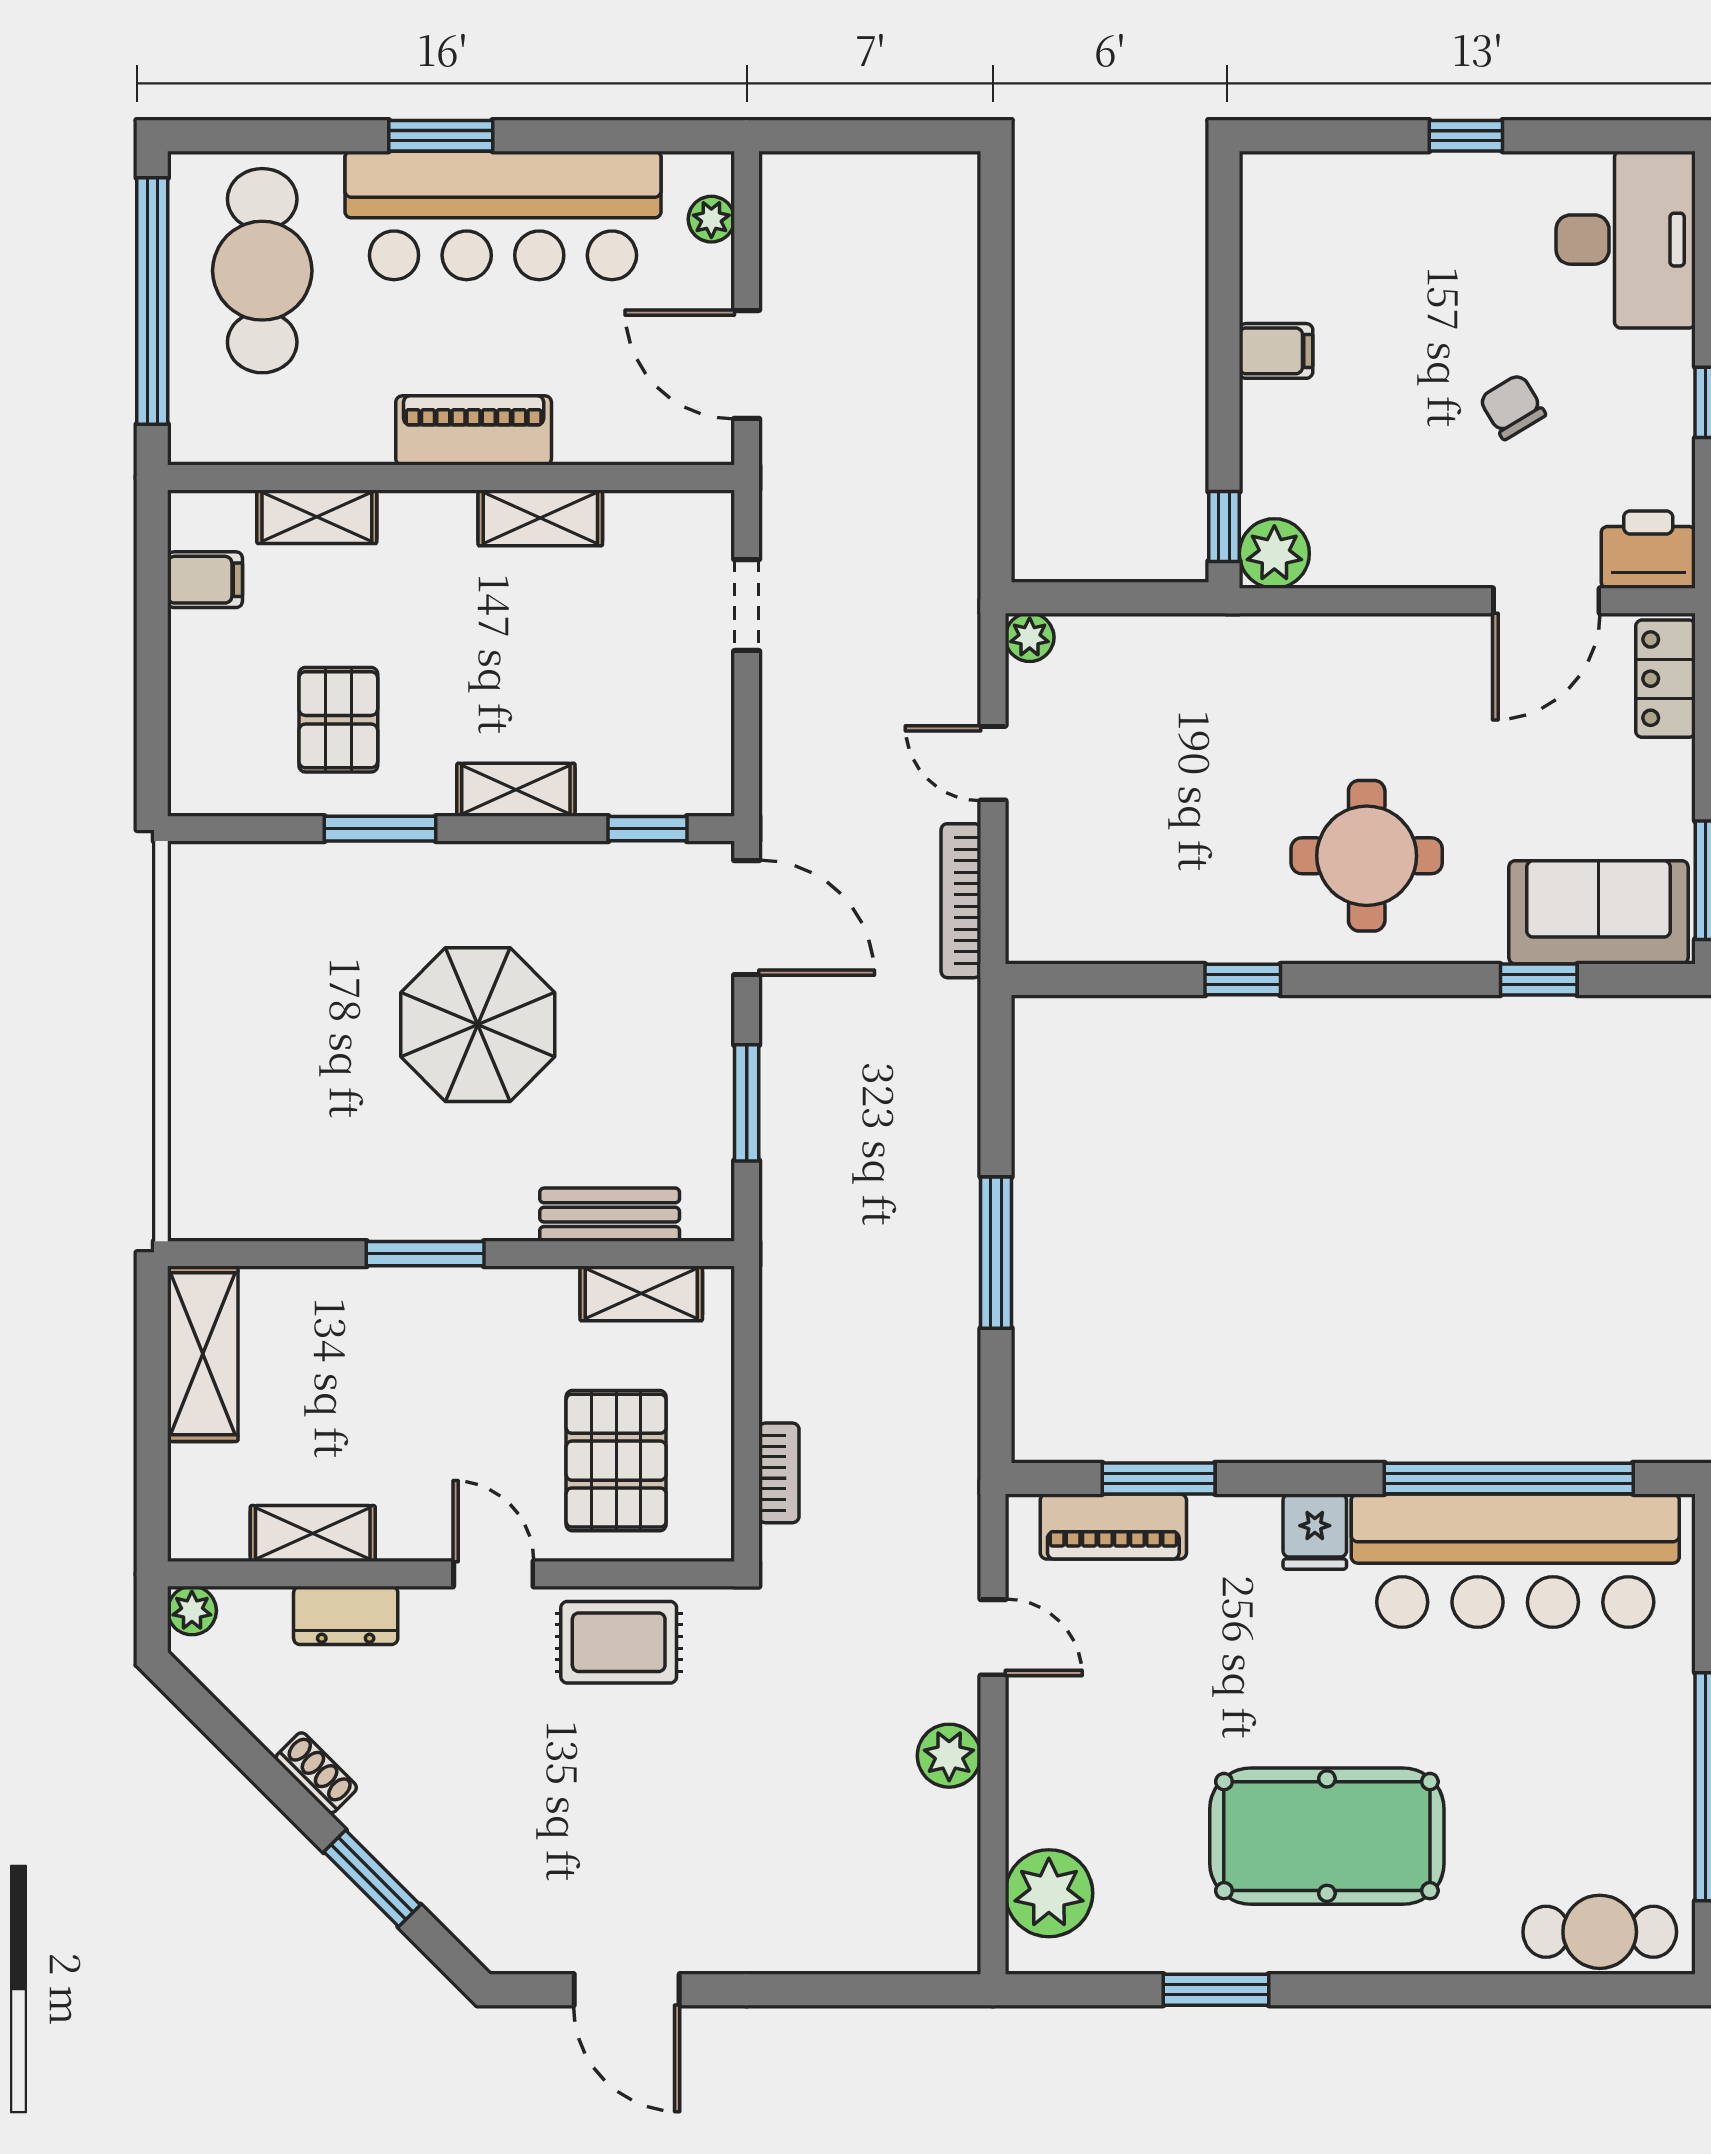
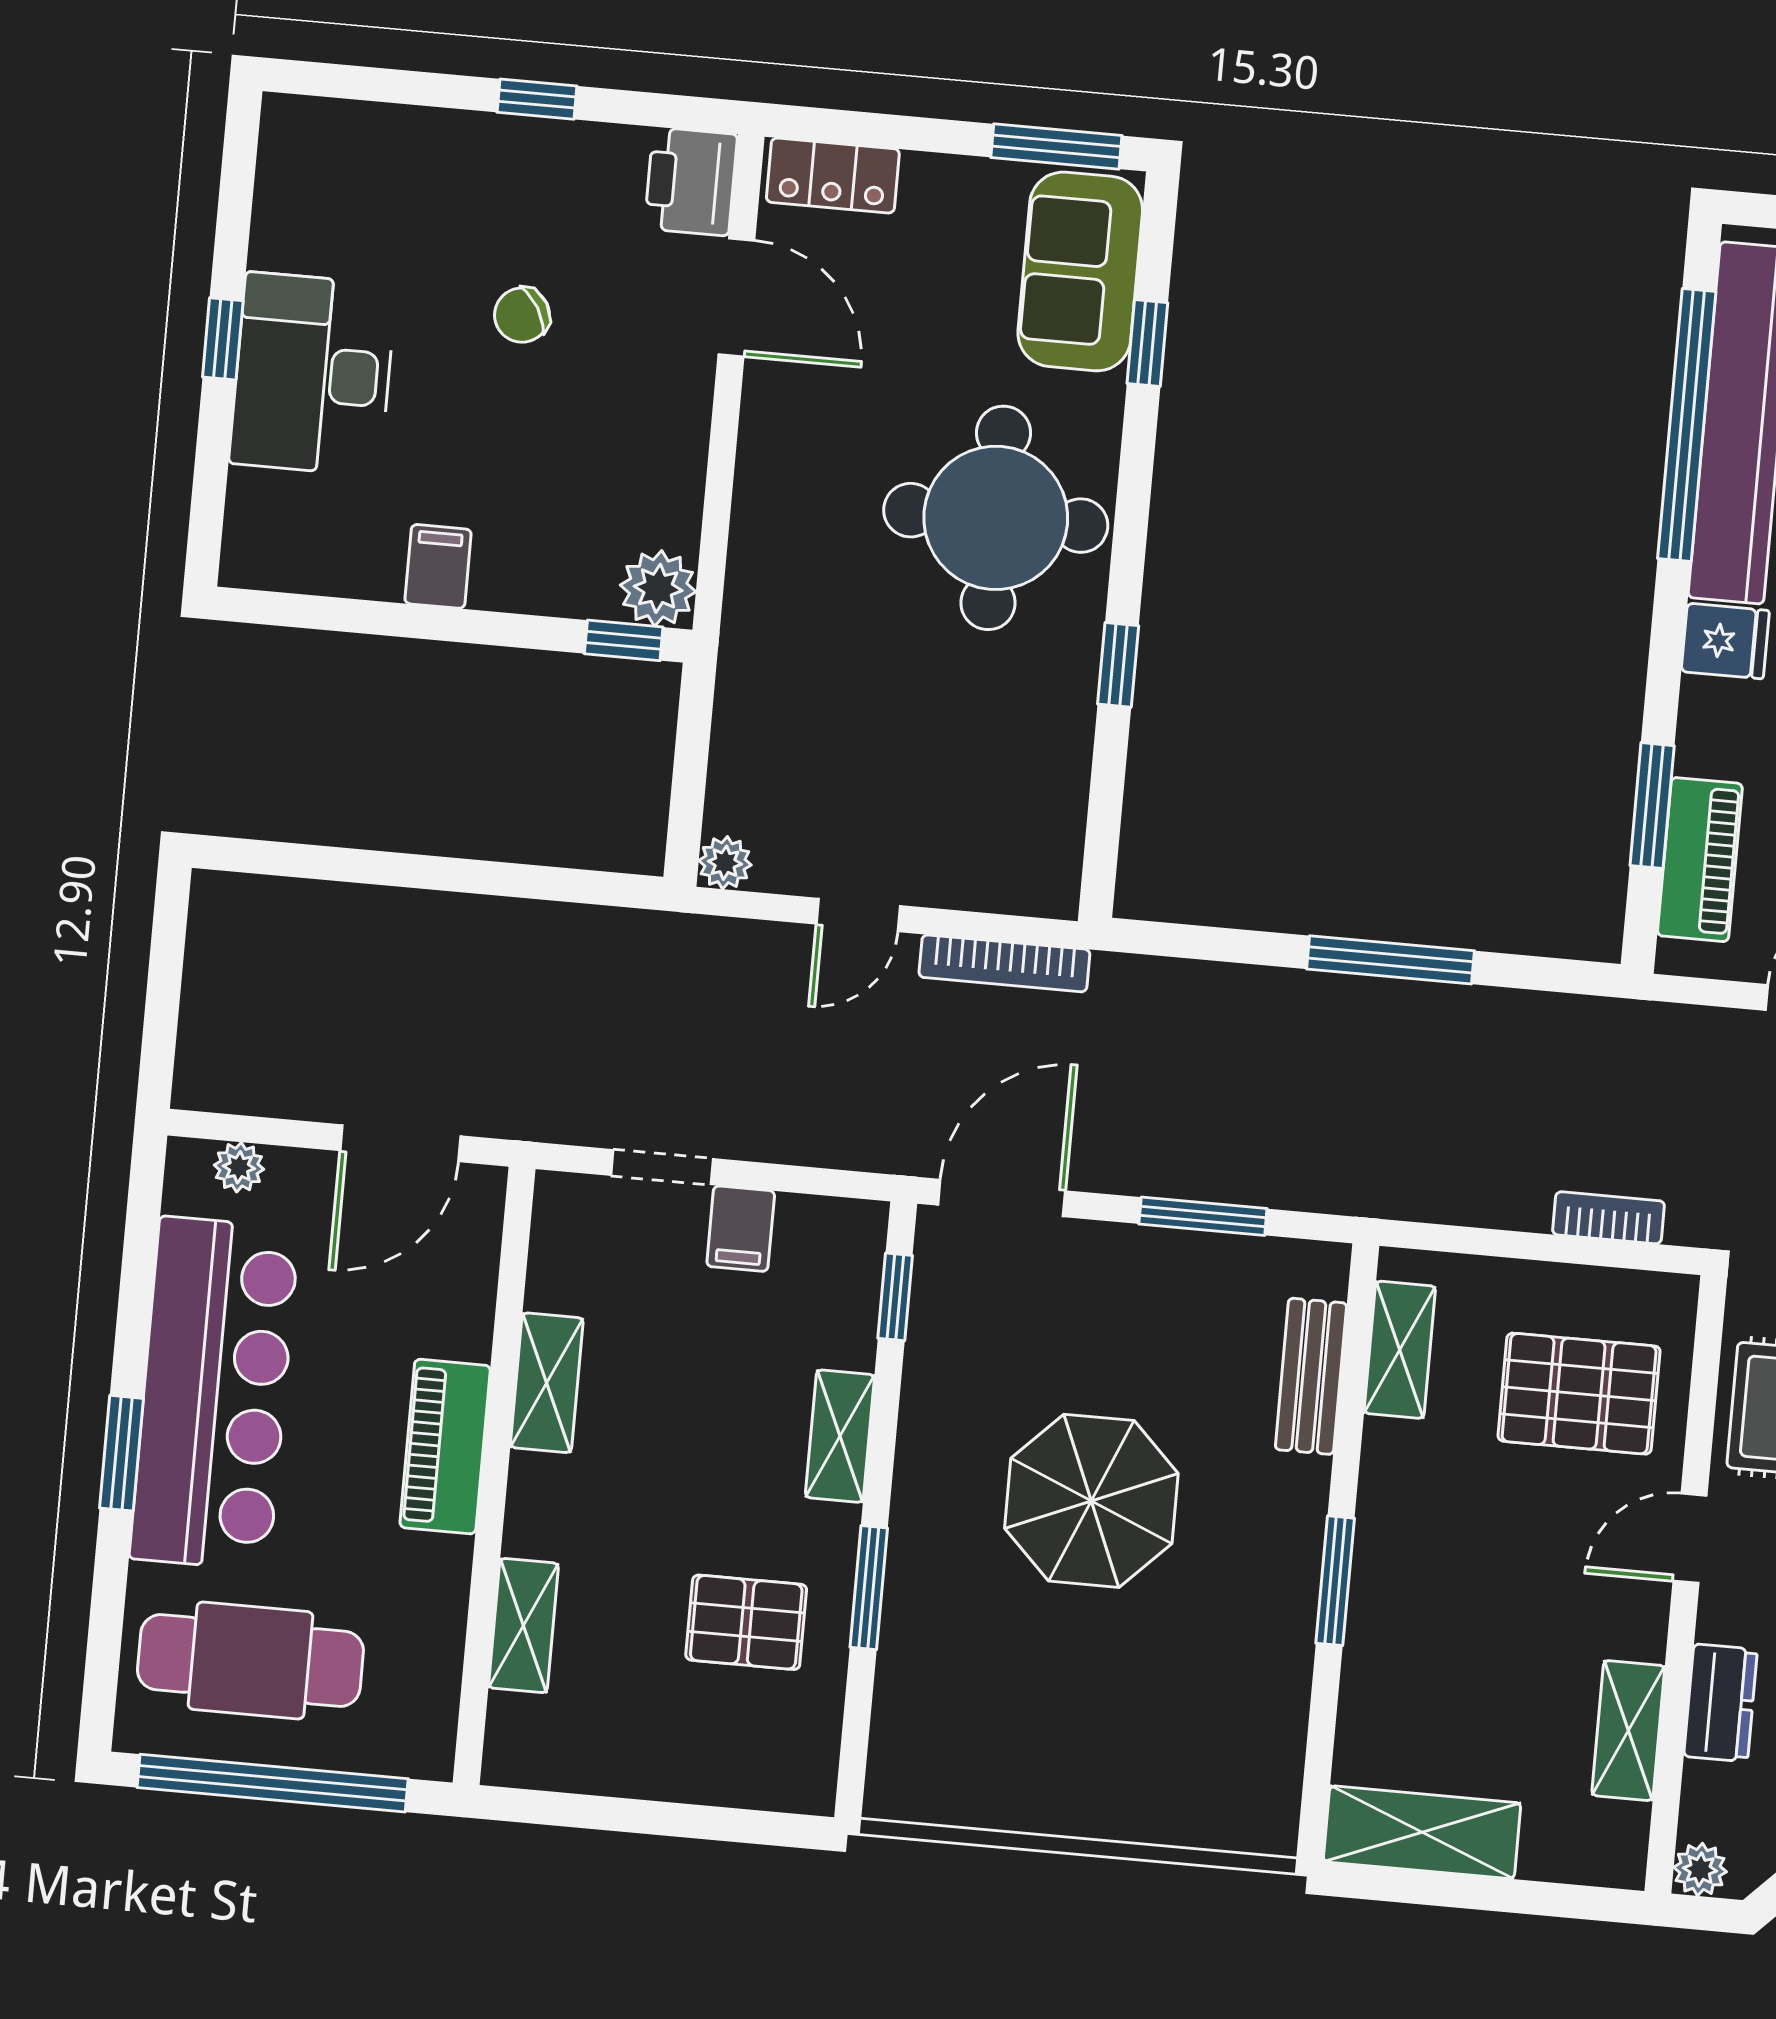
desk: (1626, 240) -> (313, 374), moved, turned -90
filing cabinet: (205, 580) -> (741, 1229), moved, turned 180
round table: (1367, 856) -> (996, 518), width x1.36, depth x1.36

